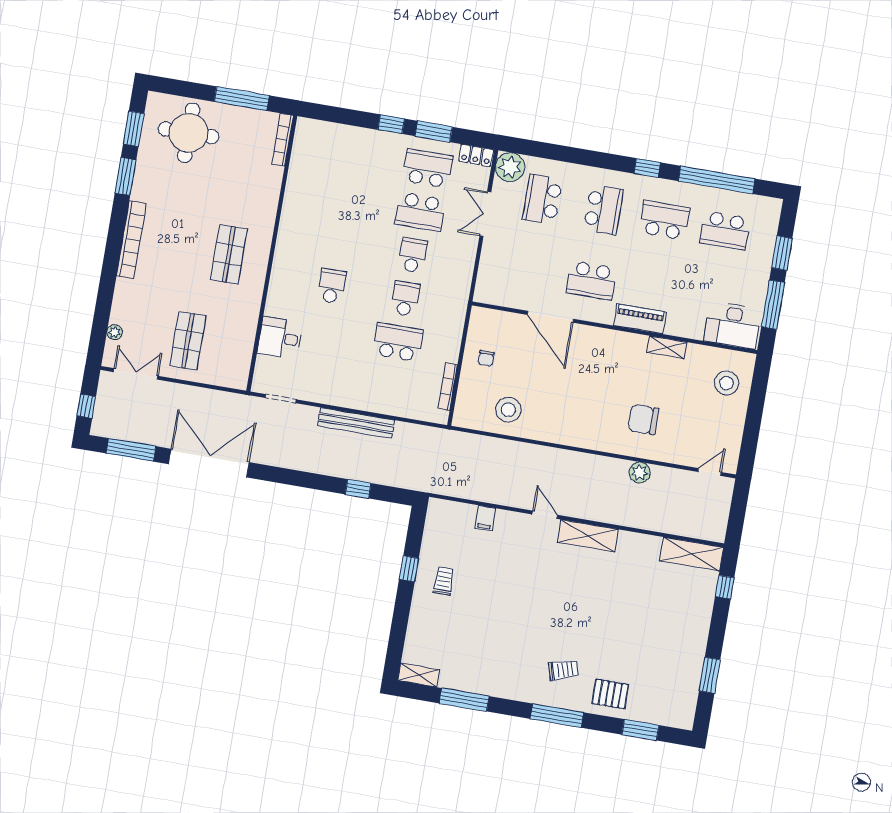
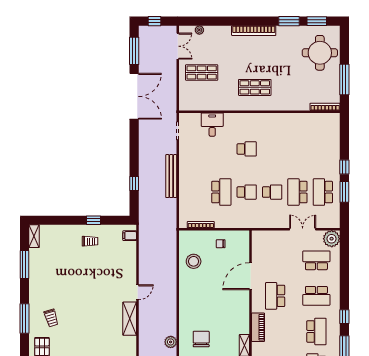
locker: (476, 155) -> (335, 218), removed
school desk: (428, 168) -> (323, 192), turned 180
filing cabinet: (485, 518) -> (130, 236), moved

